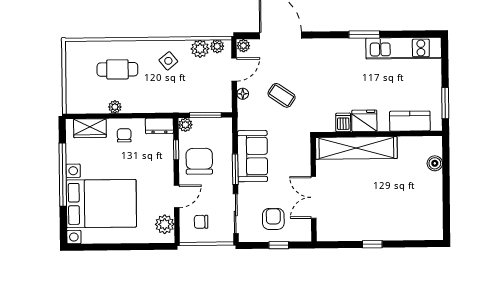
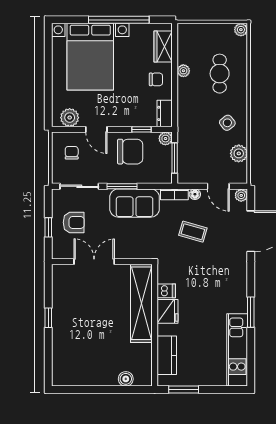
plant: (217, 46) -> (241, 30), moved
coffee table: (282, 95) -> (193, 232), turned 72
bookcase: (243, 115) -> (174, 194), added

